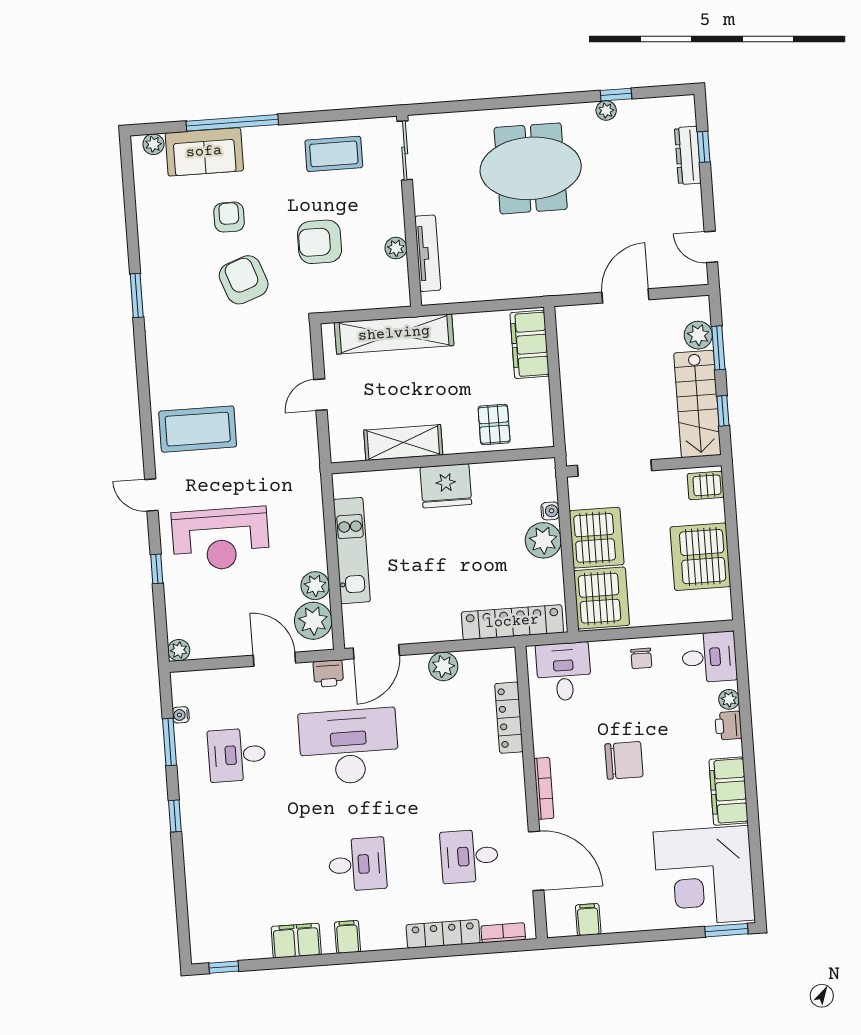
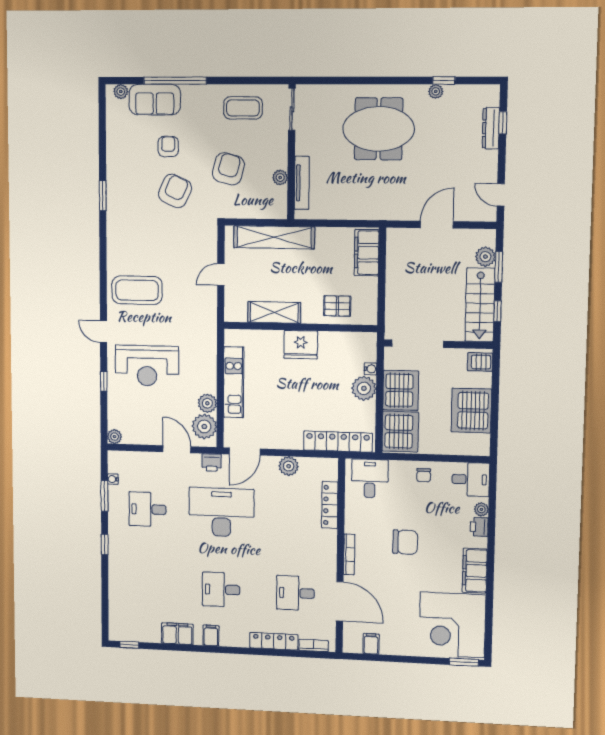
armchair: (320, 242) -> (228, 169), turned 105
armchair: (244, 280) -> (175, 191), turned 45
pallet: (494, 424) -> (337, 306), turned 90
desk: (357, 864) -> (221, 590), turned 180

